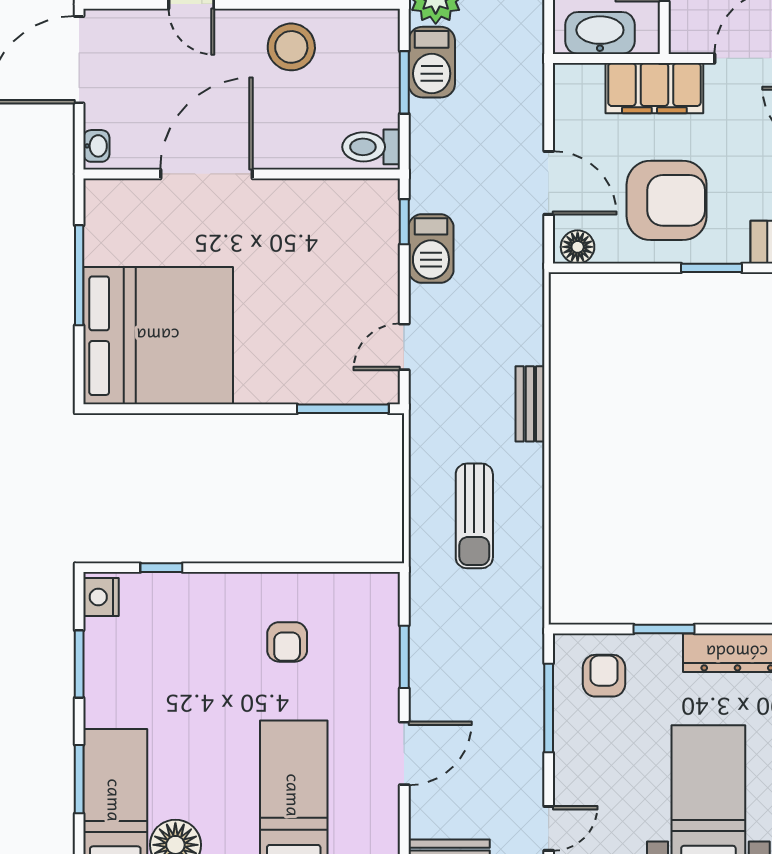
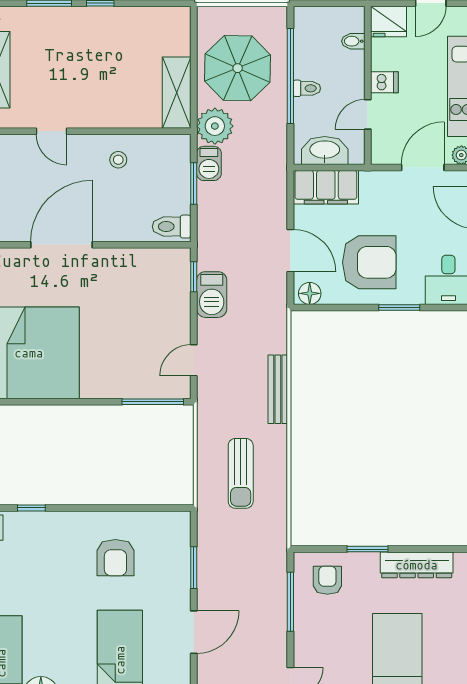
stool: (291, 47) -> (118, 160), width x0.53, depth x0.53
barbecue: (432, 62) -> (209, 163), width x0.73, depth x0.79
filing cabinet: (654, 88) -> (326, 187), moved
bench: (530, 404) -> (278, 389), width x1.36
armchair: (287, 642) -> (115, 558), width x1.38, depth x1.38

